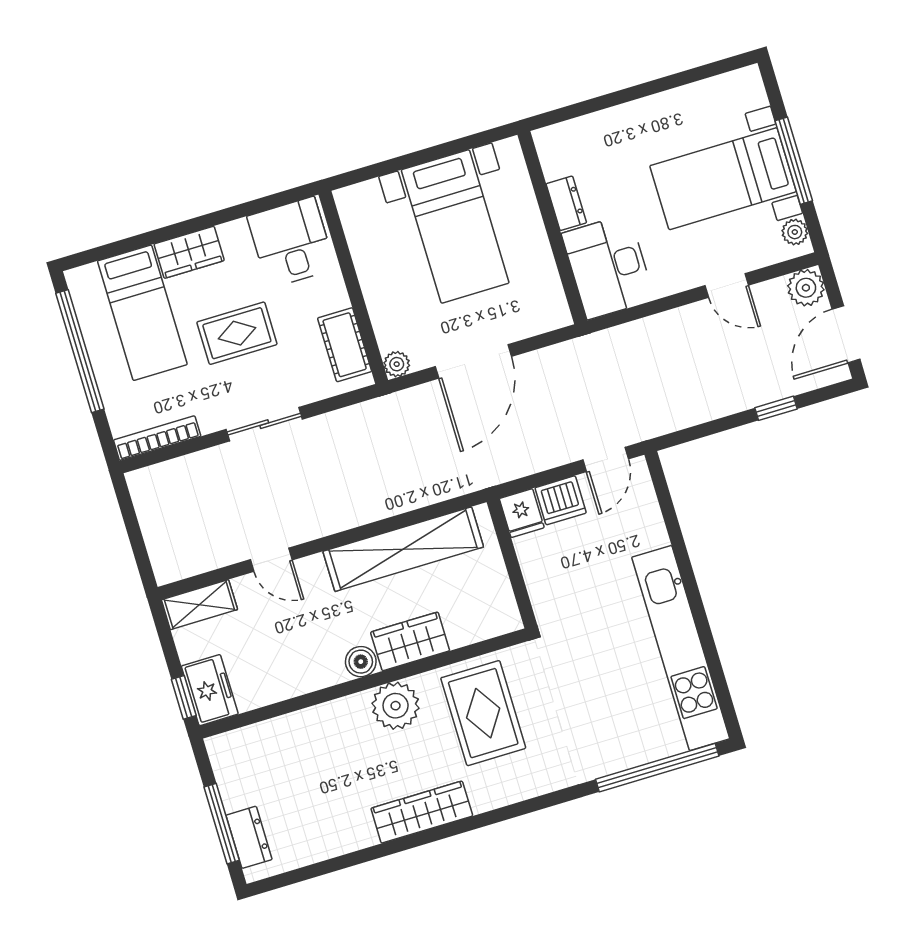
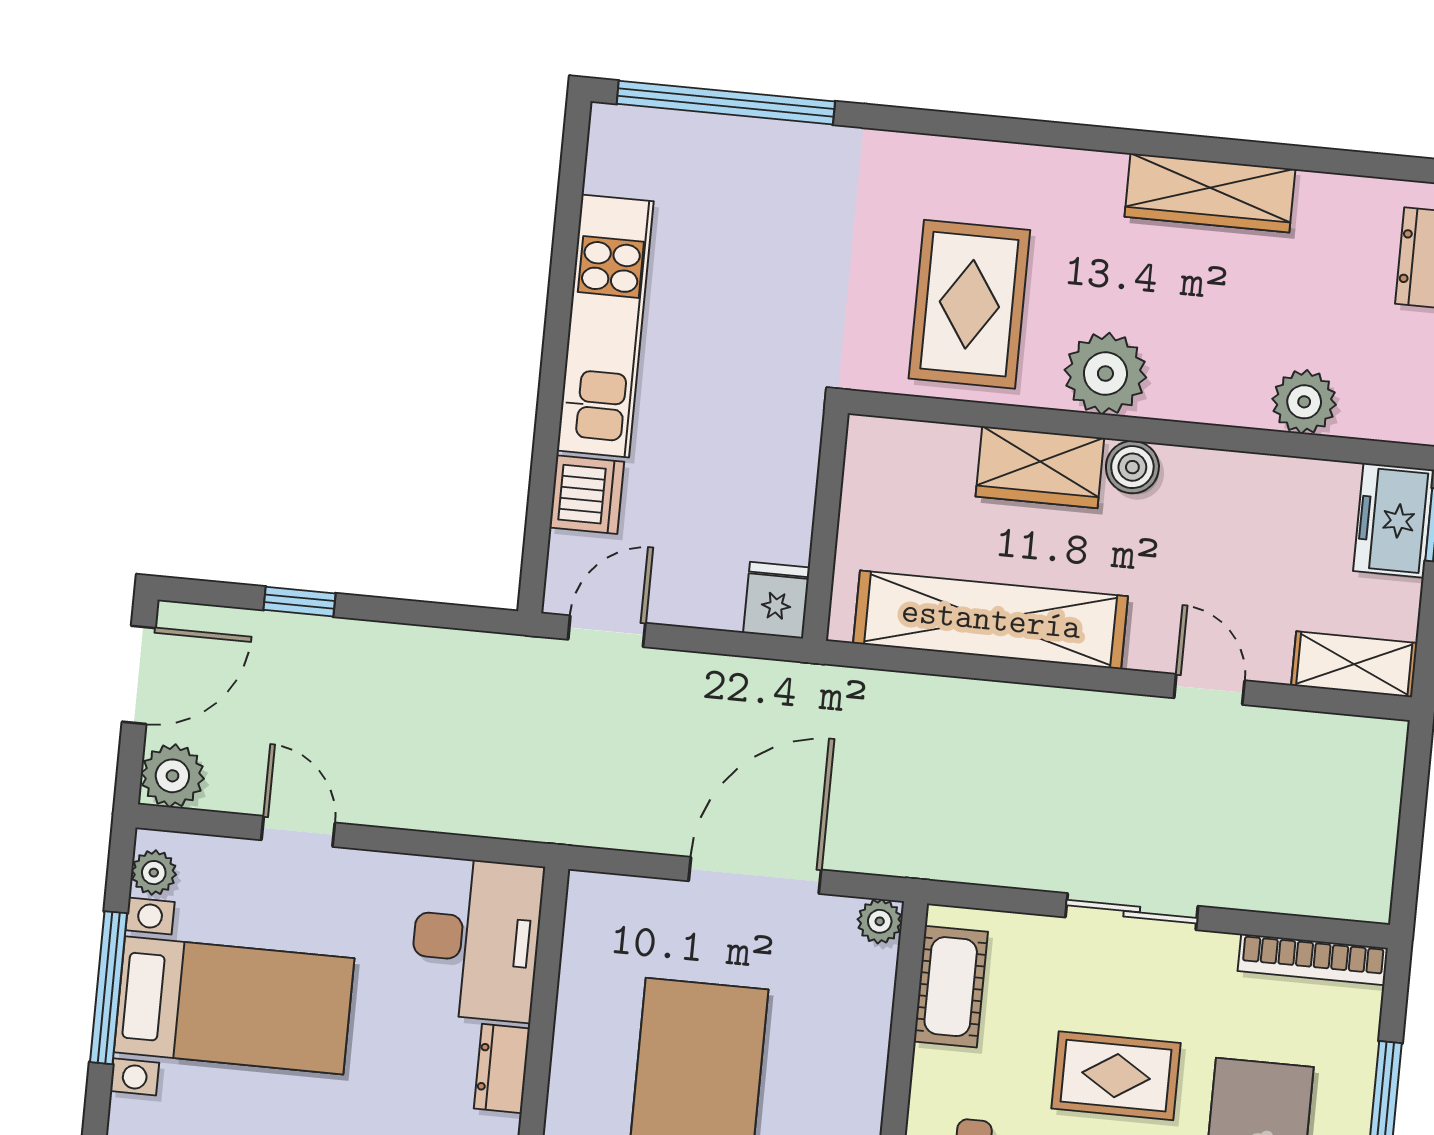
dishwasher: (561, 500) -> (587, 495), moved, turned 90
kitchen unit: (681, 648) -> (605, 326), width x0.73
plant: (283, 734) -> (1304, 402), added
wardrobe: (422, 812) -> (1210, 193), moved

